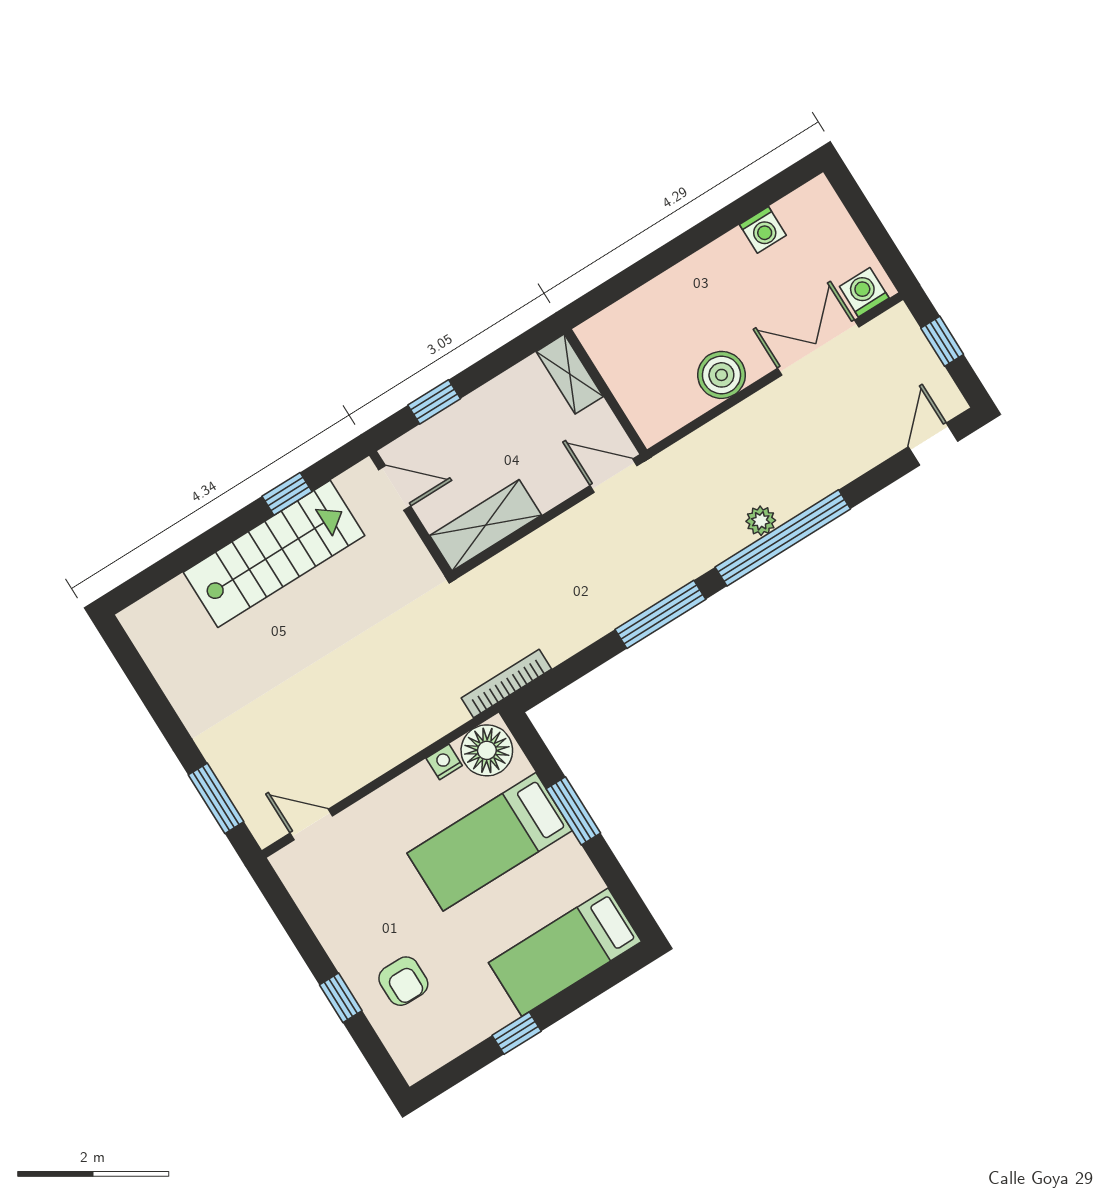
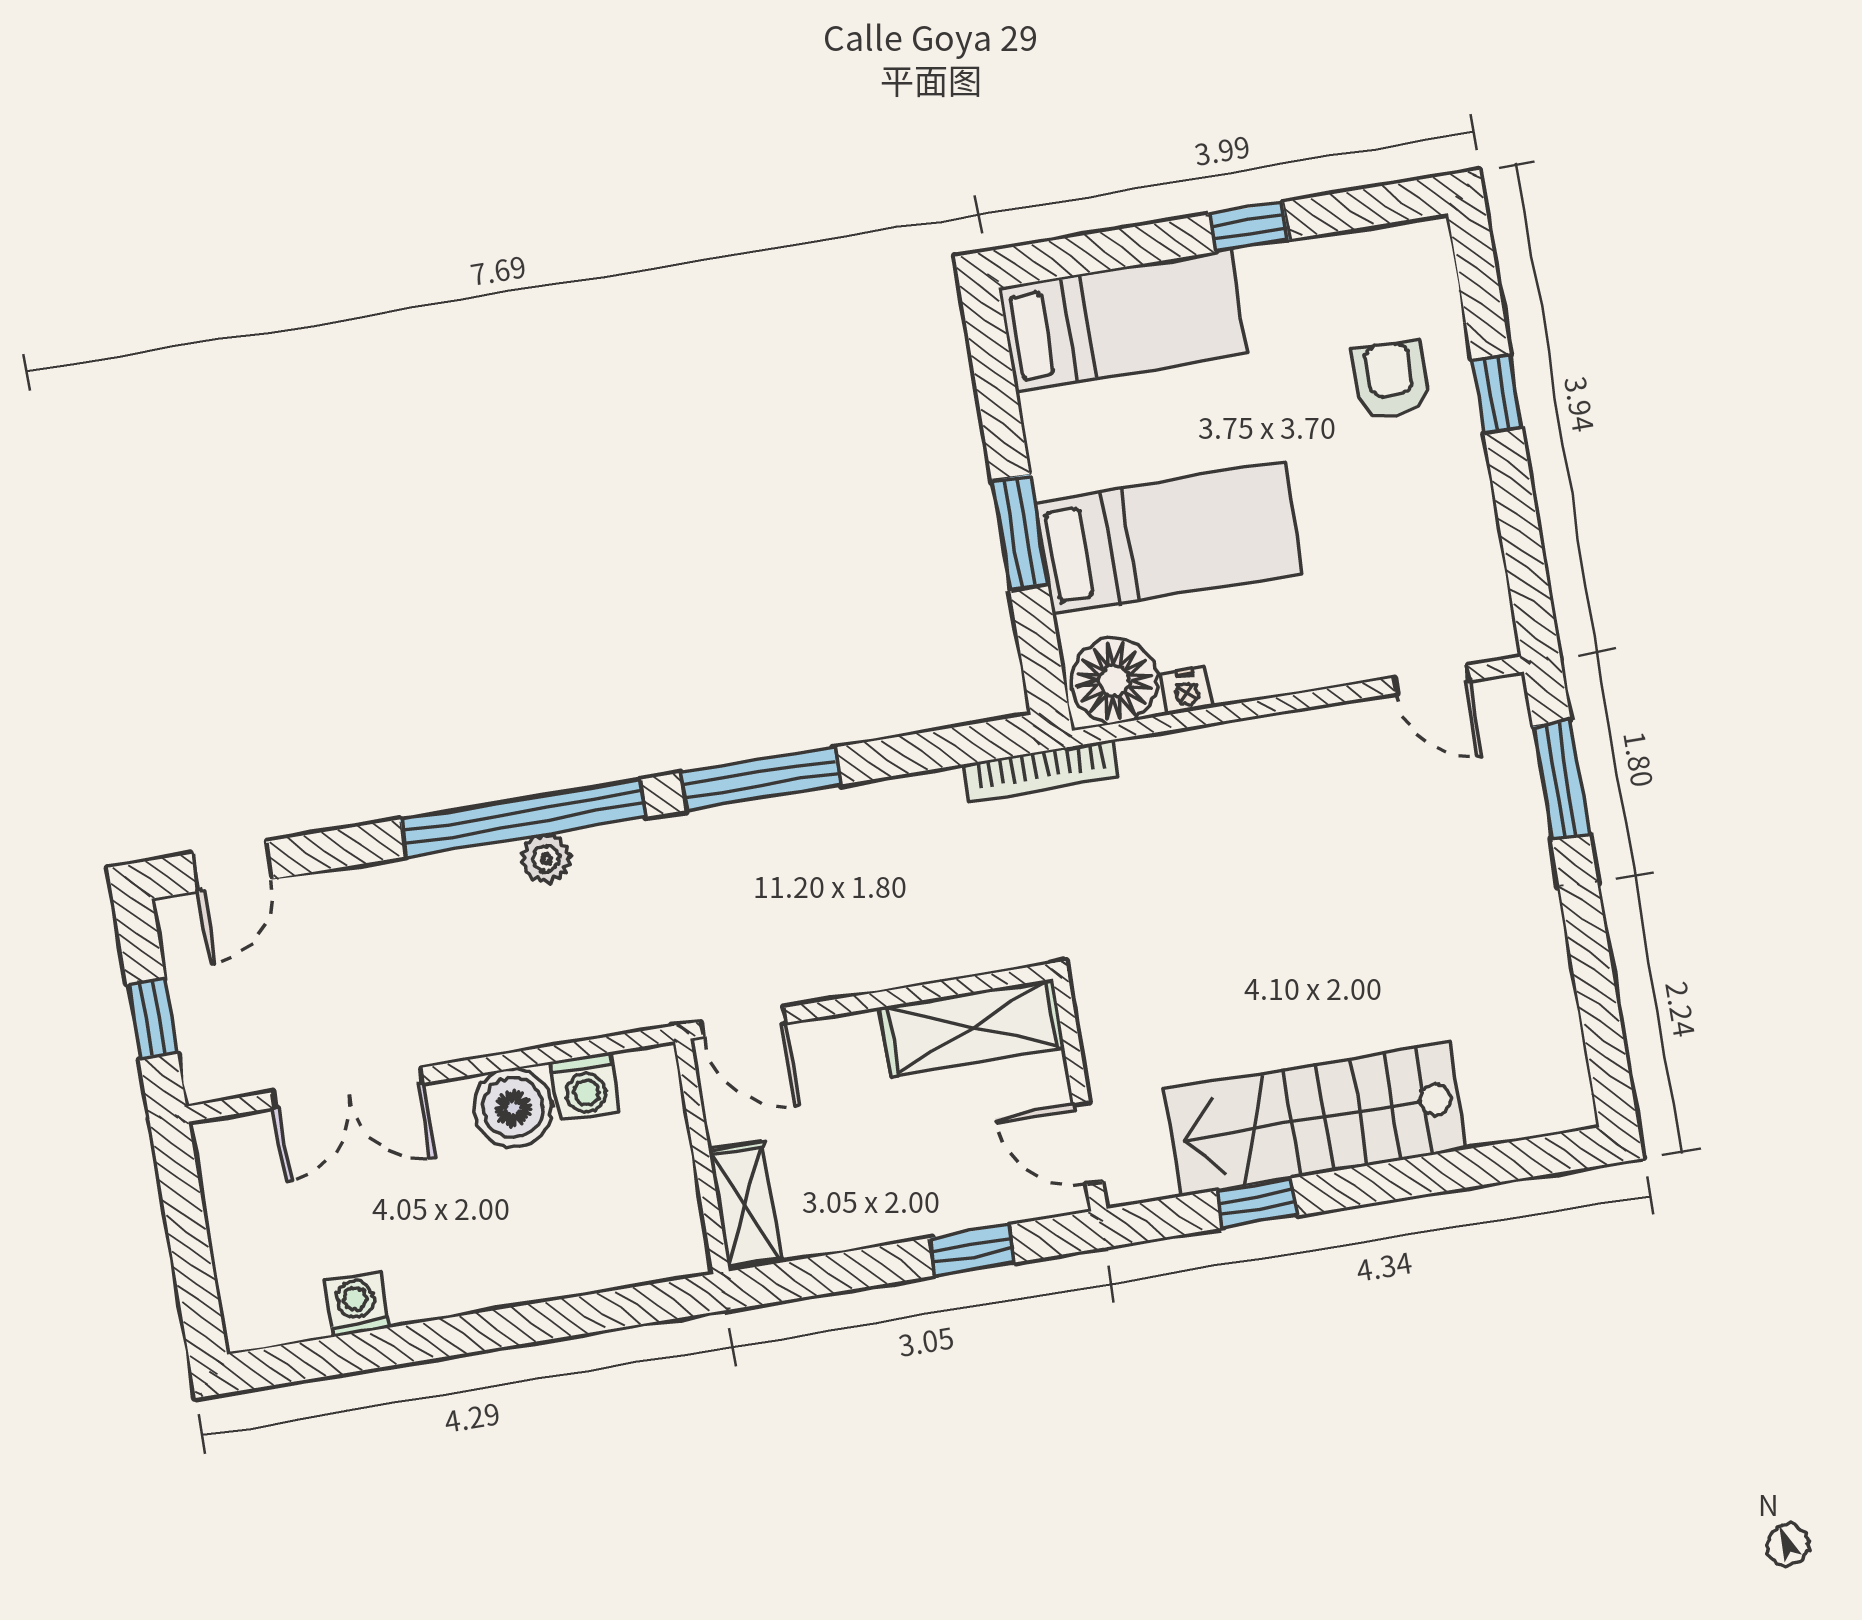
washing machine: (864, 292) -> (585, 1087), moved

